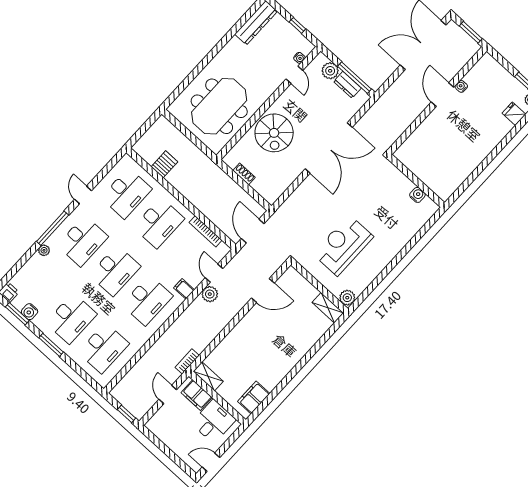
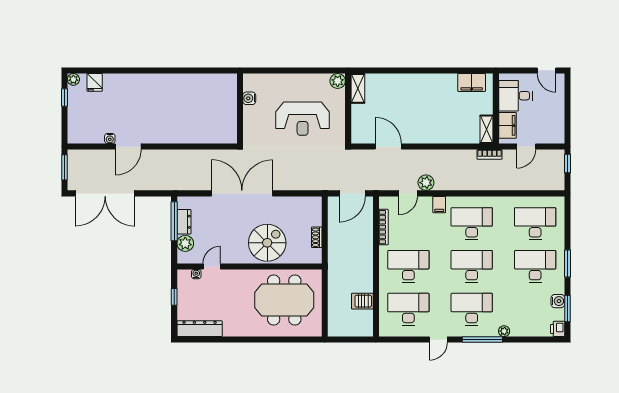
wall: (416, 181) -> (240, 109), moved
water cooler: (417, 195) -> (249, 98), moved

